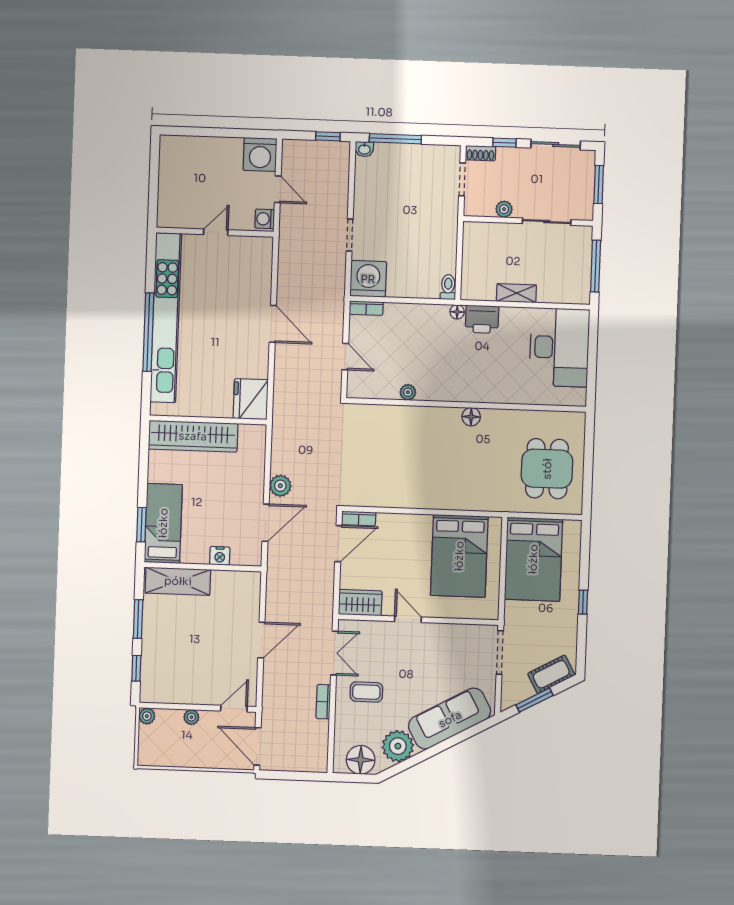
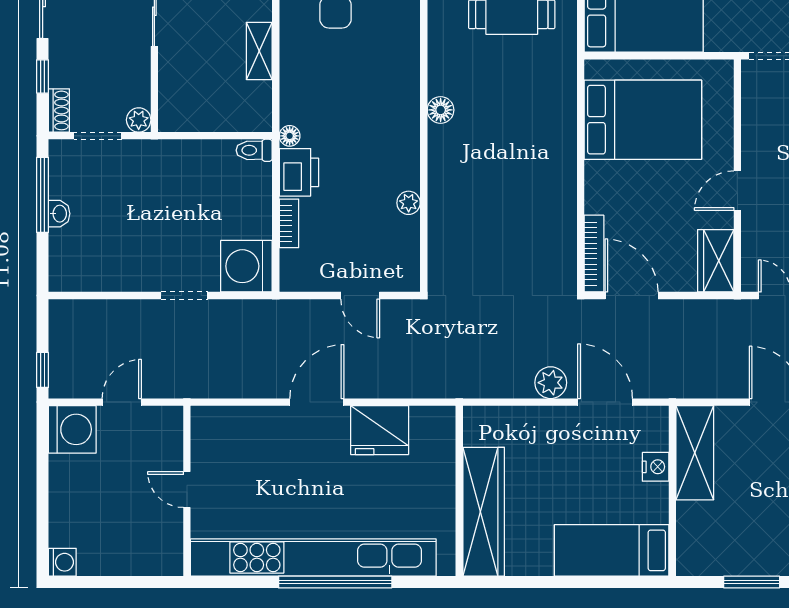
window: (328, 136) -> (43, 370), moved
window: (395, 139) -> (43, 195), moved
washbasin: (364, 149) -> (59, 214), moved
plant: (504, 209) -> (139, 120), moved
washing machine: (265, 219) -> (62, 562), moved, turned -90
bookcase: (366, 308) -> (289, 223), moved
printer: (482, 319) -> (299, 172), moved
door: (345, 357) -> (360, 296), swing flipped
fridge: (251, 399) -> (380, 430), moved
bookcase: (359, 518) -> (594, 254), width x1.56
window: (141, 525) -> (615, 582), removed
shelving: (178, 581) -> (695, 453), moved

